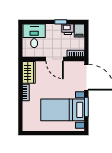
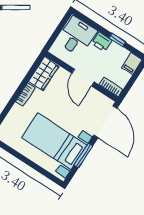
printer: (68, 29) -> (102, 42), moved

